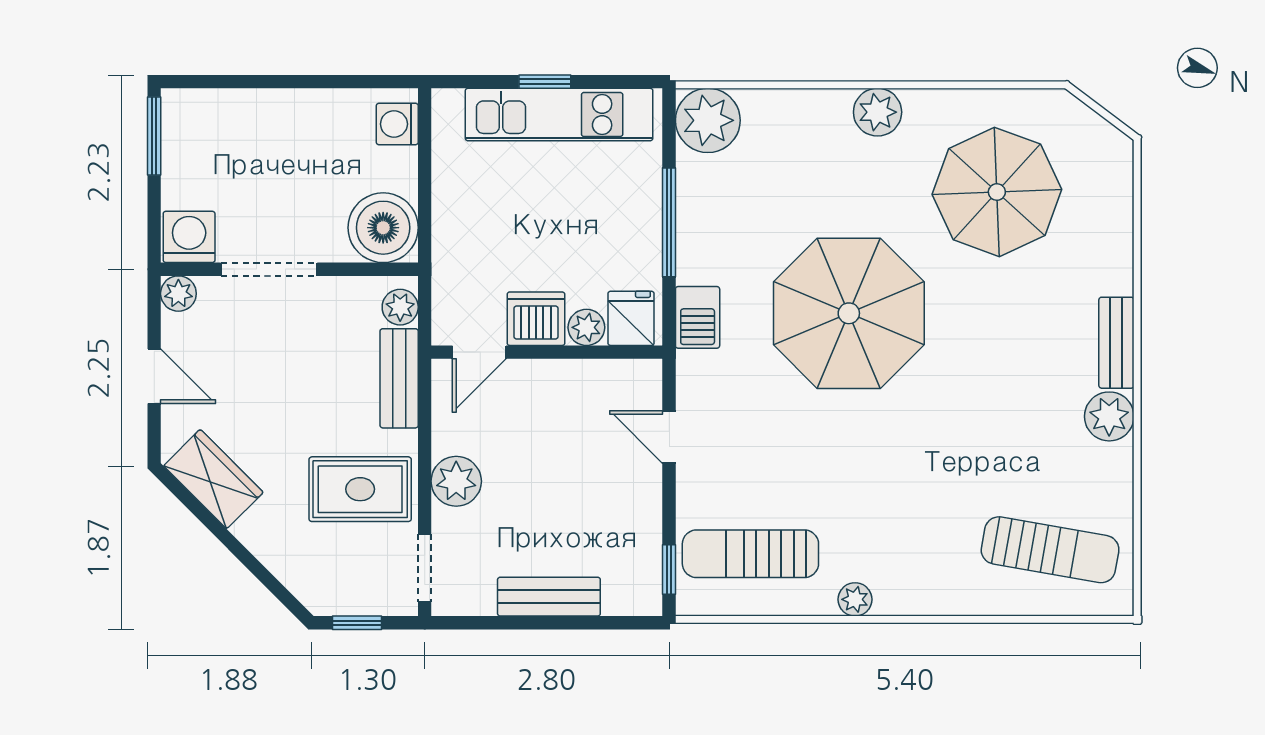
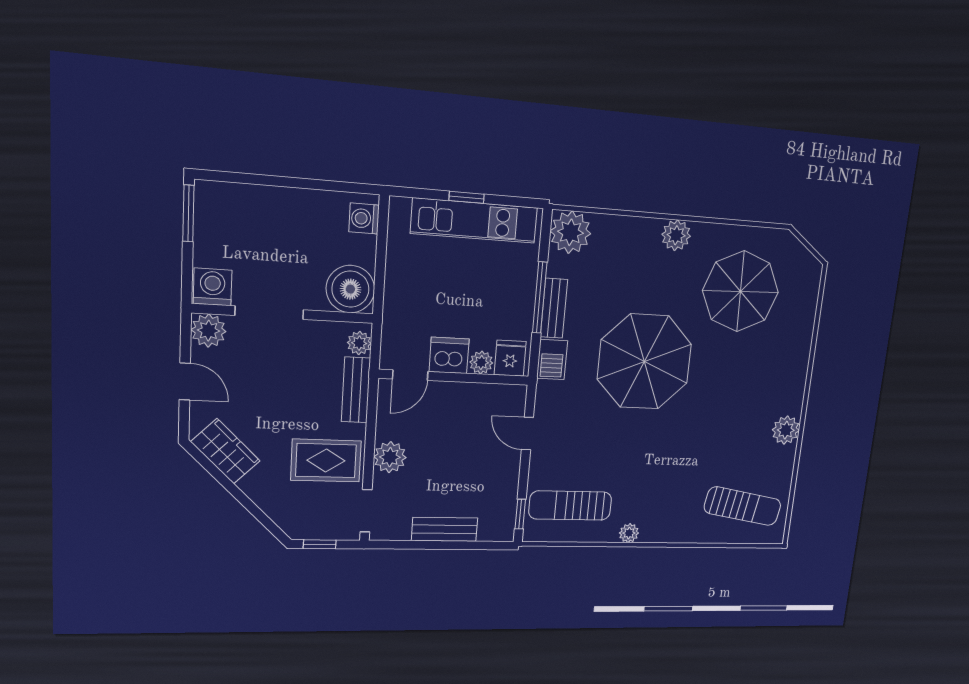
plant: (178, 294) -> (209, 331), width x1.38, depth x1.38
bench: (1116, 343) -> (554, 308), moved

